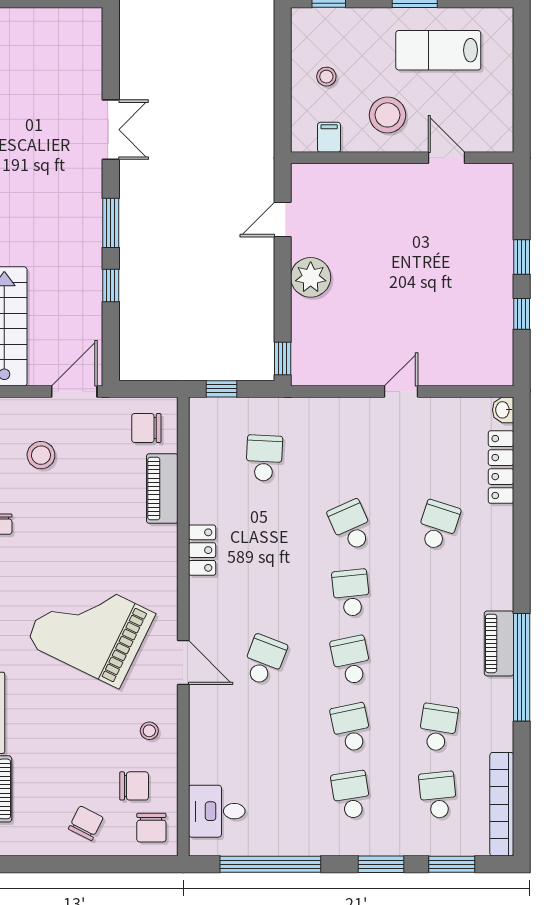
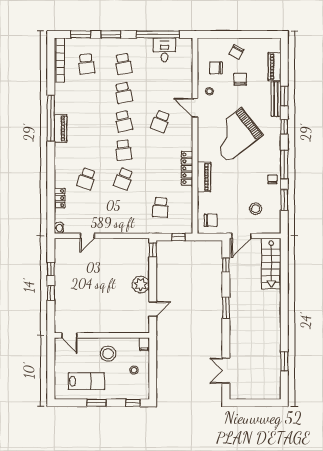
double door: (111, 130) -> (226, 371), moved
filing cabinet: (329, 137) -> (144, 344), moved
door: (446, 158) -> (69, 335), moved
window: (111, 285) -> (226, 265), moved
door: (401, 392) -> (87, 236), moved
locker: (501, 467) -> (60, 198), width x0.66
piano: (162, 489) -> (204, 177), moved
school desk: (351, 525) -> (124, 179), turned 45
locker: (202, 550) -> (187, 168), width x1.53
grand piano: (90, 628) -> (235, 135), turned 116
door: (183, 663) -> (195, 108), moved
school desk: (438, 728) -> (86, 93), removed
desk: (217, 811) -> (164, 50), moved, turned -90
chair: (151, 828) -> (240, 79), moved

